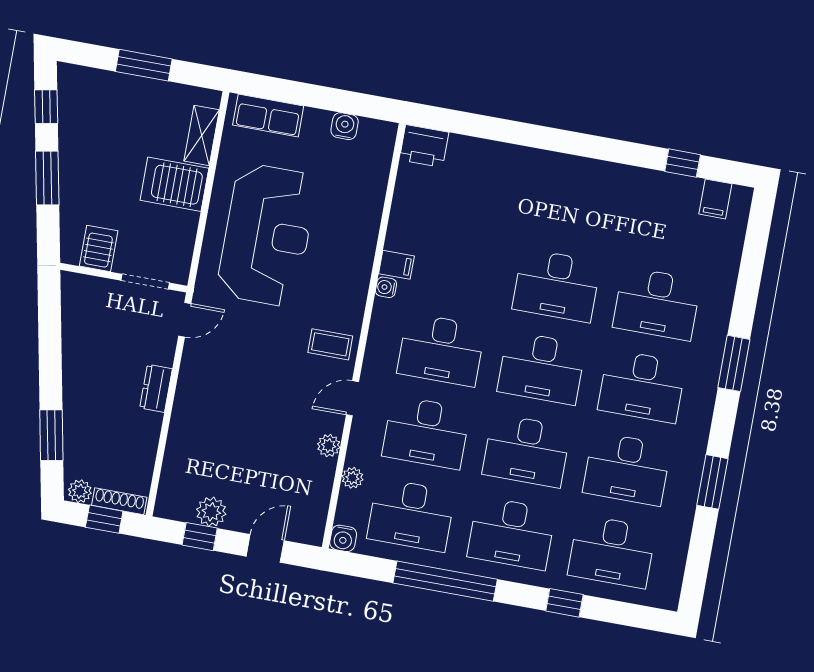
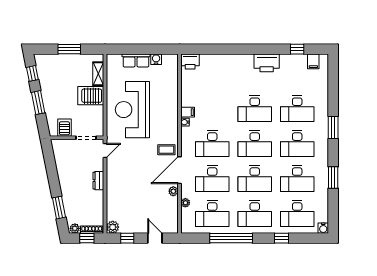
row of seats: (268, 115) -> (136, 61), moved
printer: (604, 182) -> (267, 63), added
reception desk: (267, 235) -> (132, 110), turned 180
door: (352, 398) -> (180, 170), width x1.88
plant: (211, 512) -> (113, 227), moved
water cooler: (343, 538) -> (323, 228), moved
door: (265, 548) -> (155, 238), hinge flipped

